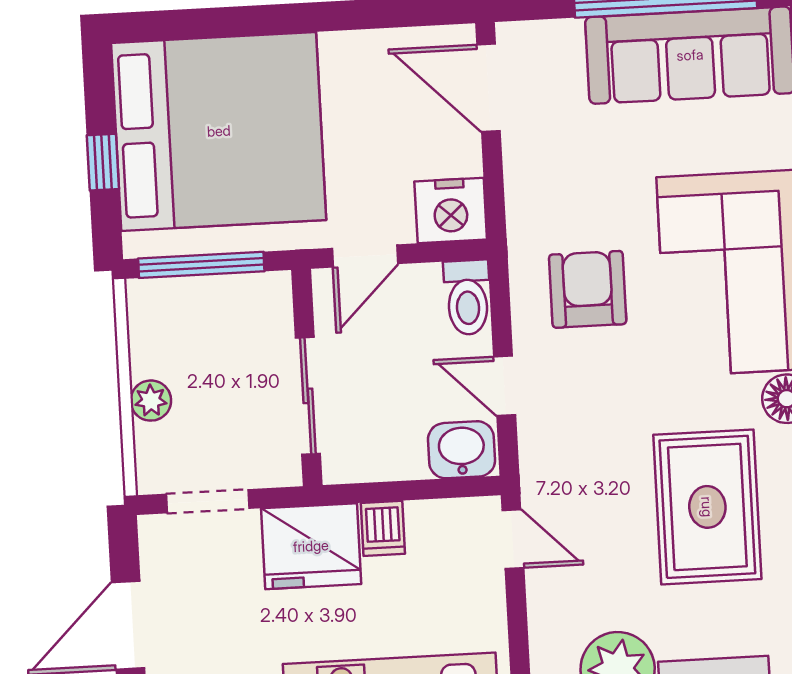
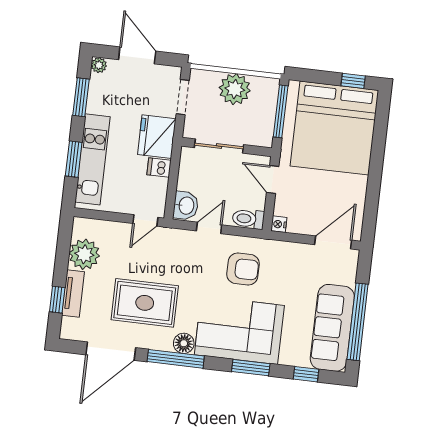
window: (103, 162) -> (353, 81), moved
nightstand: (451, 210) -> (279, 224), width x0.53, depth x0.56
plant: (151, 401) -> (235, 89), width x1.88, depth x1.88

